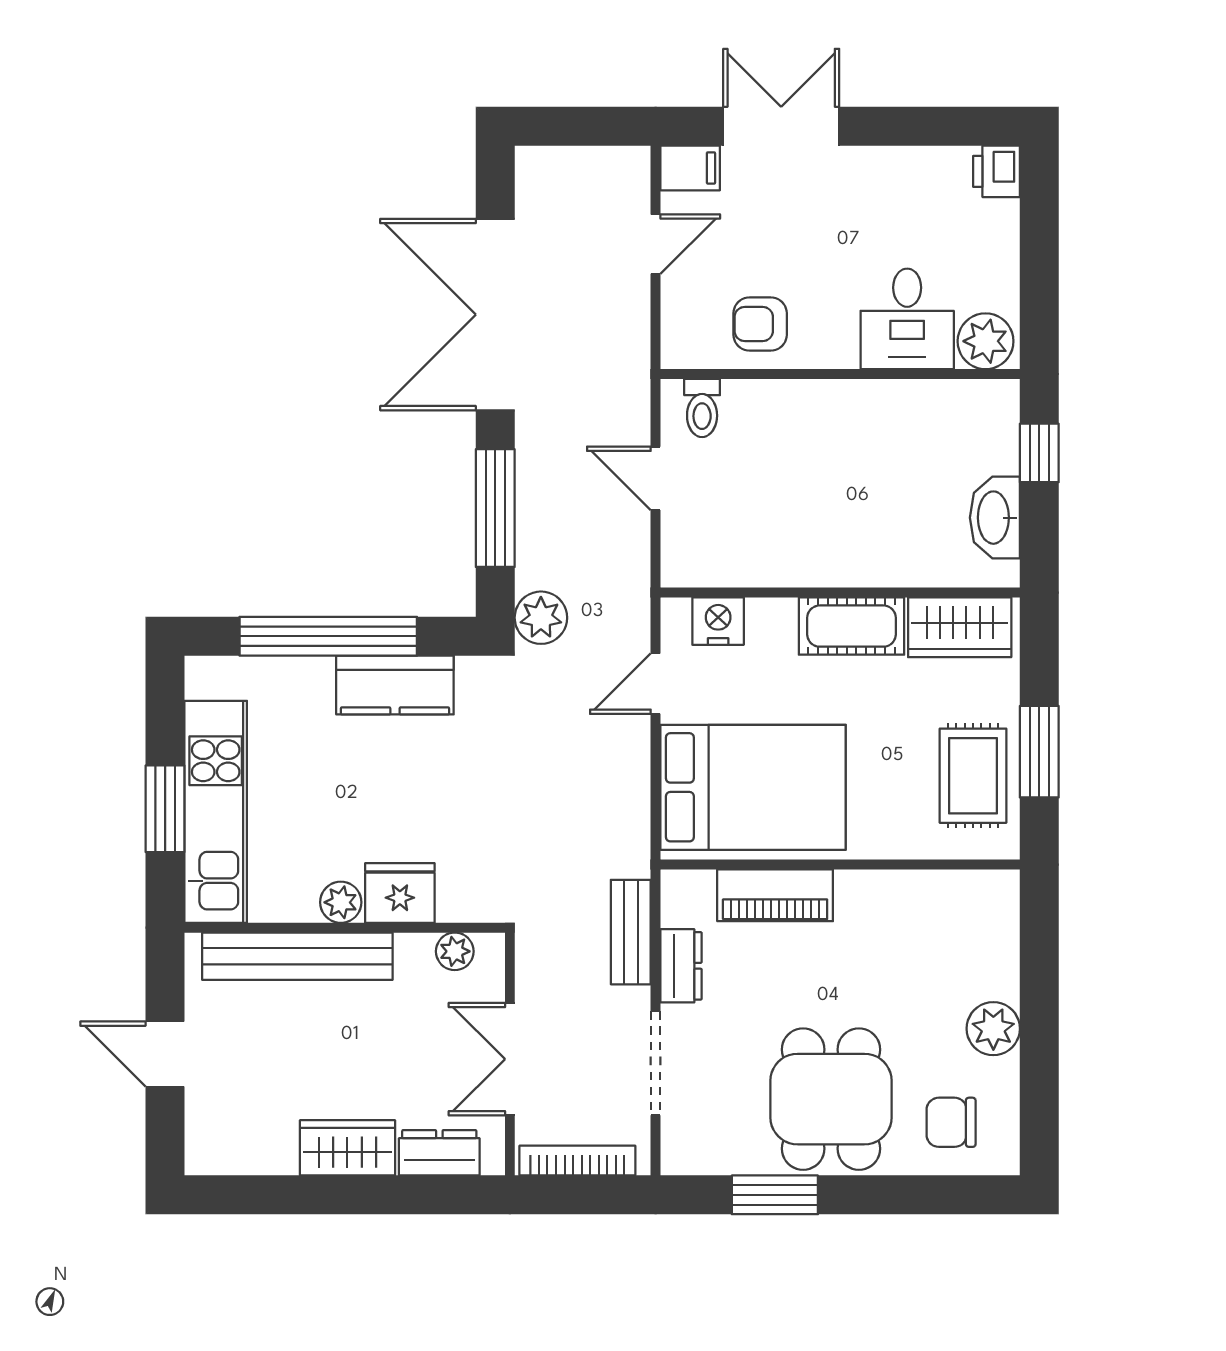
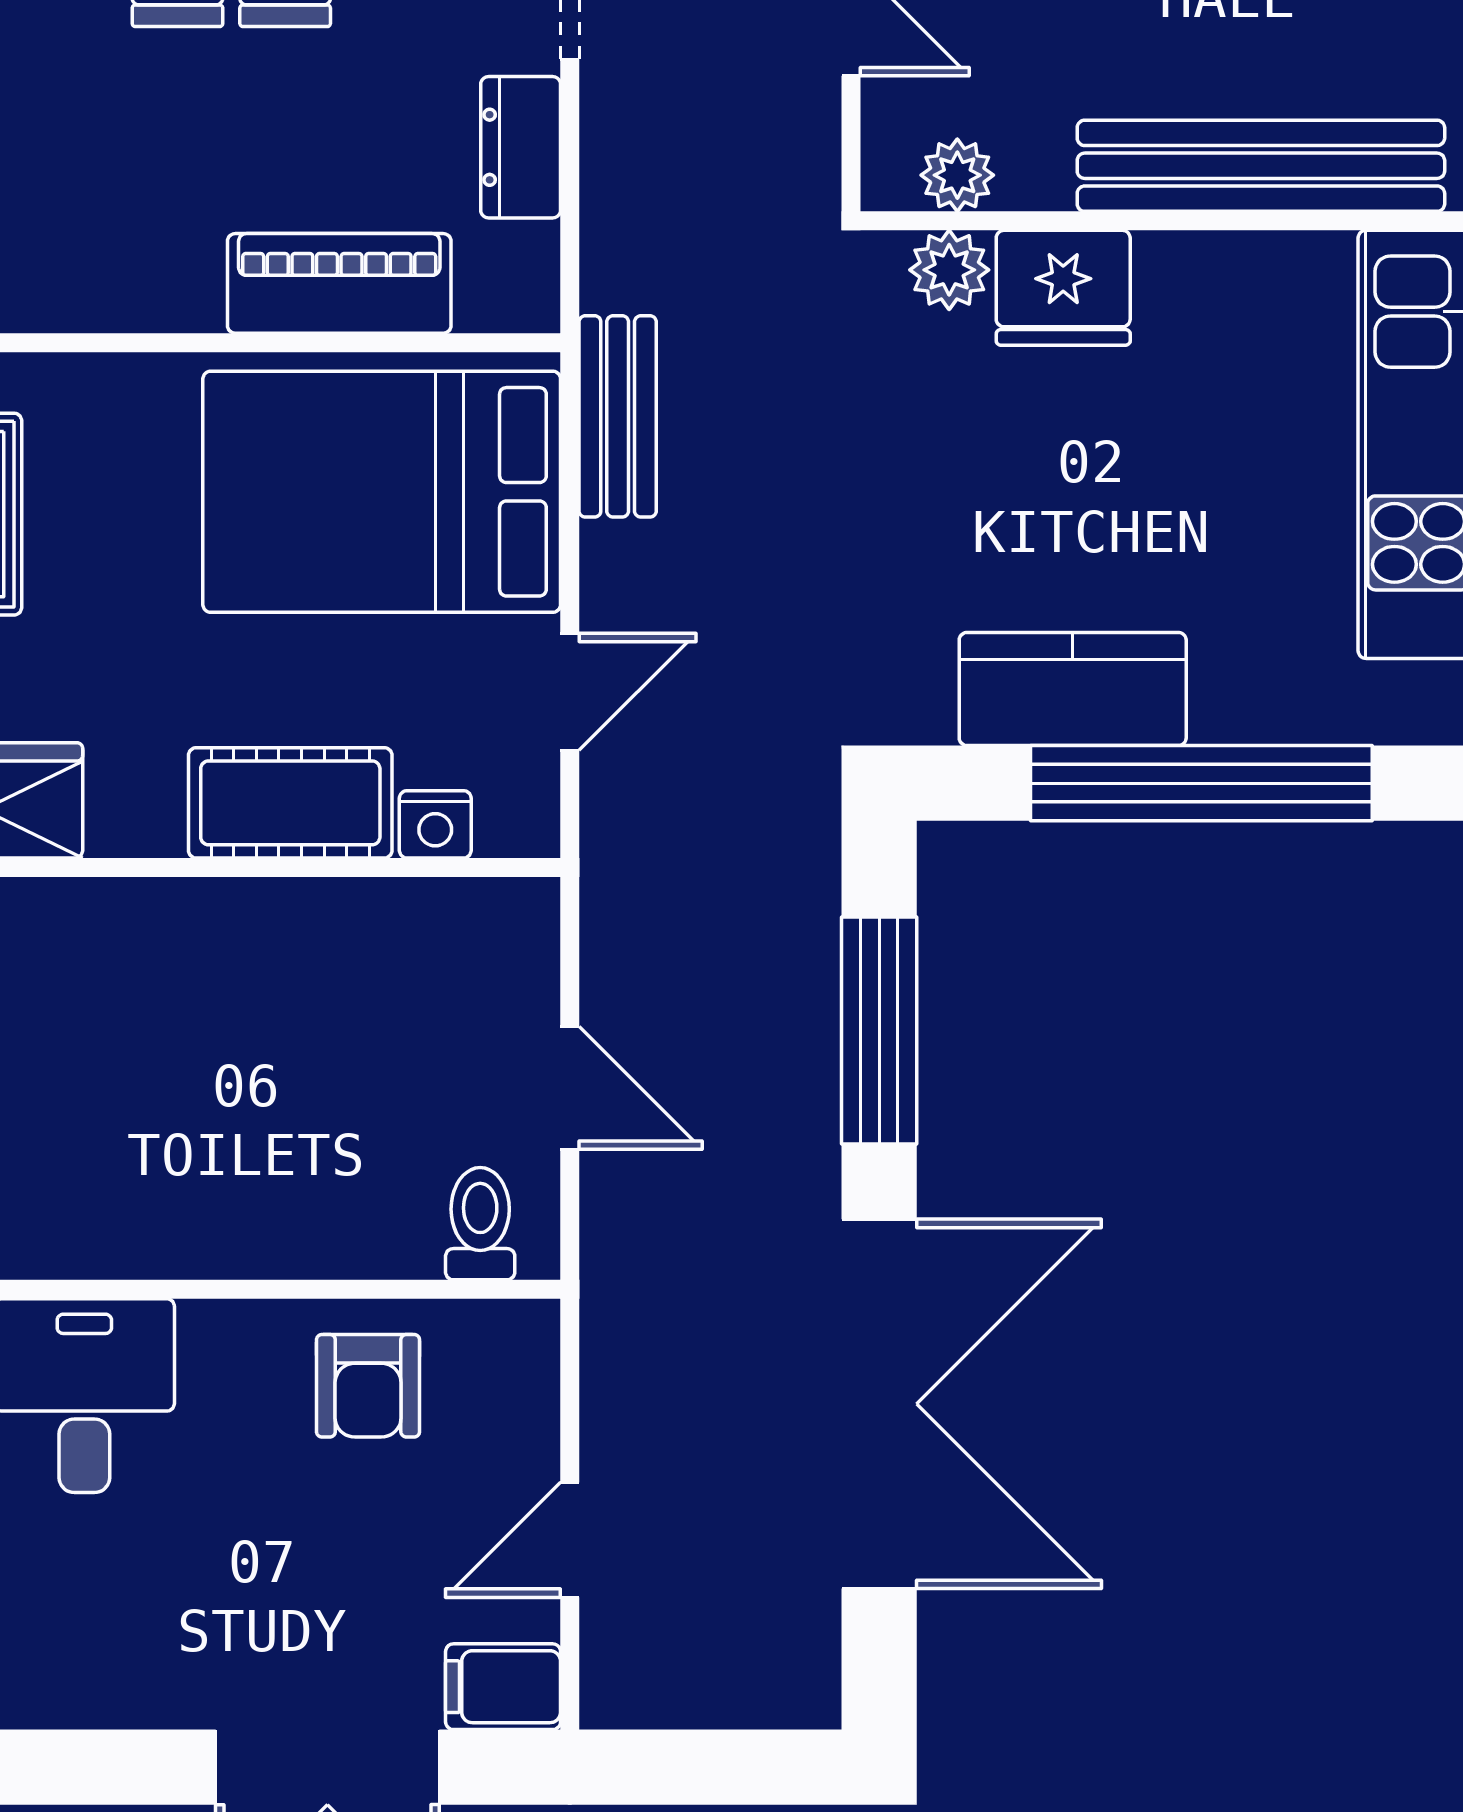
armchair: (760, 324) -> (368, 1386), turned 90
plant: (541, 618) -> (791, 819), removed
nightstand: (718, 621) -> (435, 824), width x0.72, depth x0.74
cot: (852, 626) -> (290, 803), moved
plant: (341, 902) -> (949, 270), moved
bench: (631, 932) -> (618, 416), moved

